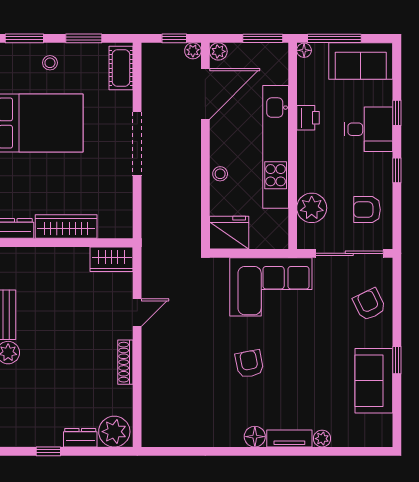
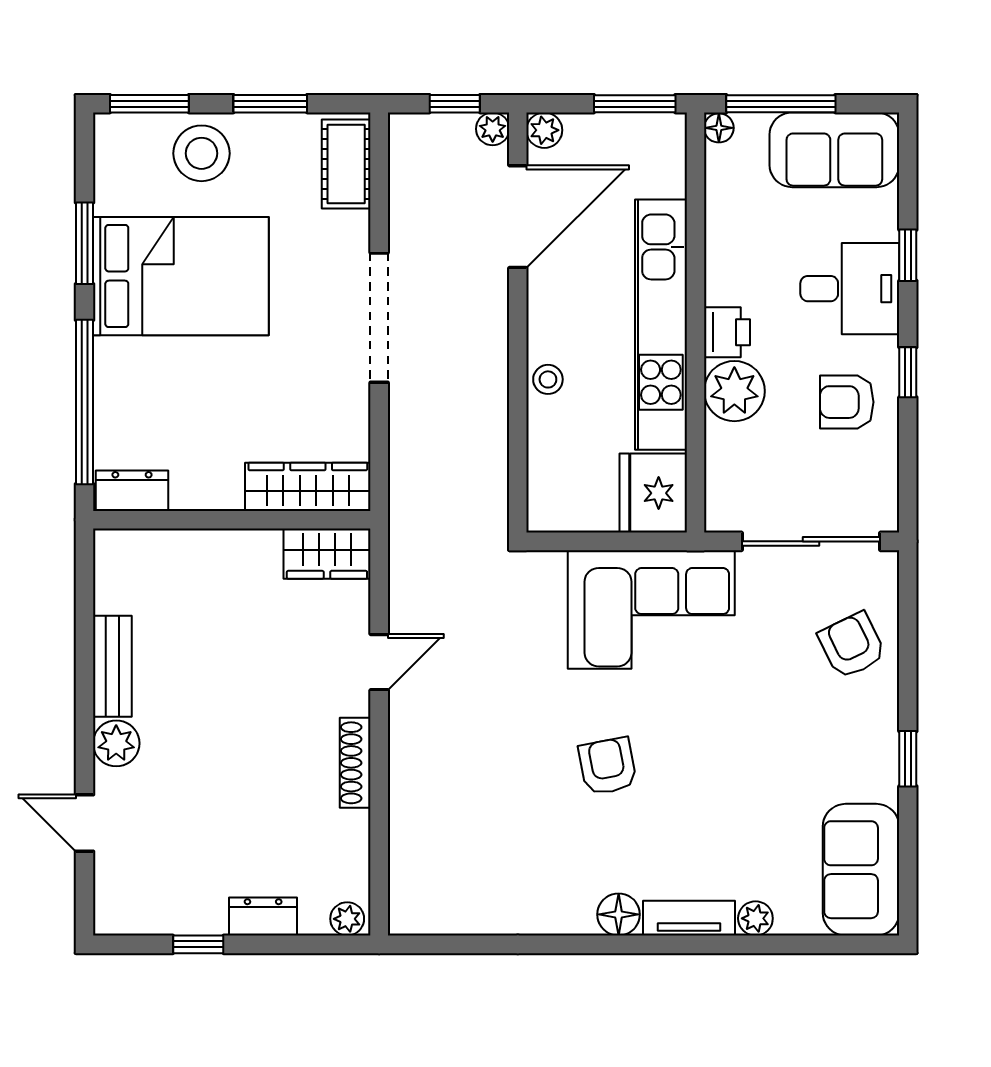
stool: (50, 63) -> (201, 153), width x1.89, depth x1.89
printer: (308, 118) -> (727, 332), moved
plant: (312, 208) -> (734, 391), moved
armchair: (367, 210) -> (847, 402), moved
wardrobe: (66, 227) -> (308, 487), moved
fridge: (229, 233) -> (653, 493), moved, turned -90
sofa: (374, 381) -> (861, 870), moved
plant: (114, 432) -> (347, 919), width x0.53, depth x0.53

